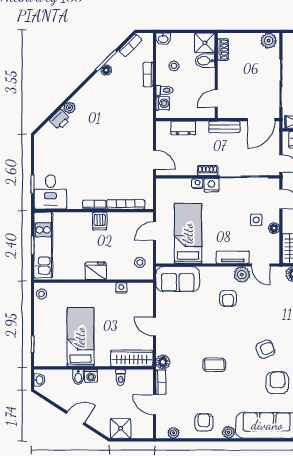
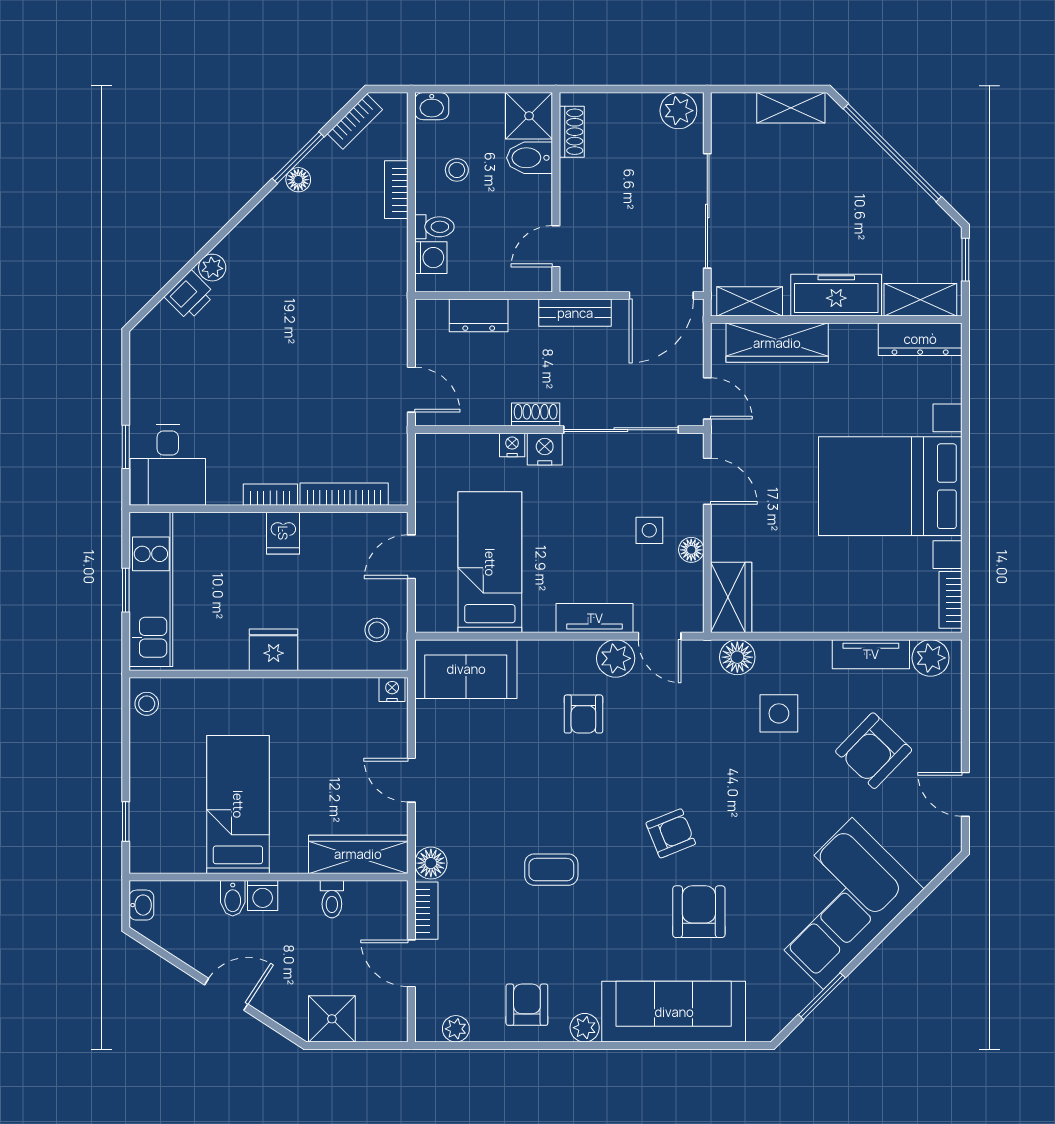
nightstand: (121, 288) -> (392, 690), moved

